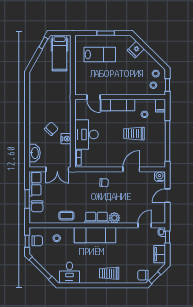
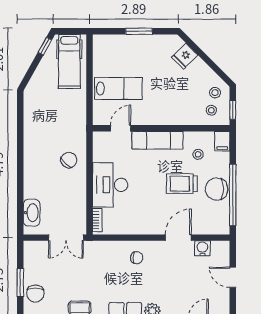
lab bench: (100, 55) -> (118, 89), moved
door: (93, 97) -> (121, 128), swing flipped
chair: (51, 129) -> (69, 160), moved
chair: (157, 137) -> (217, 189), added
nightstand: (66, 139) -> (79, 191), removed
water cooler: (160, 176) -> (202, 248), moved
row of seats: (35, 184) -> (32, 259), removed
door: (167, 196) -> (233, 277), hinge flipped

